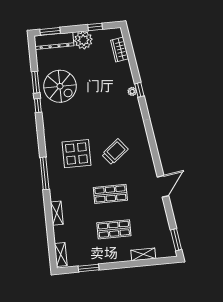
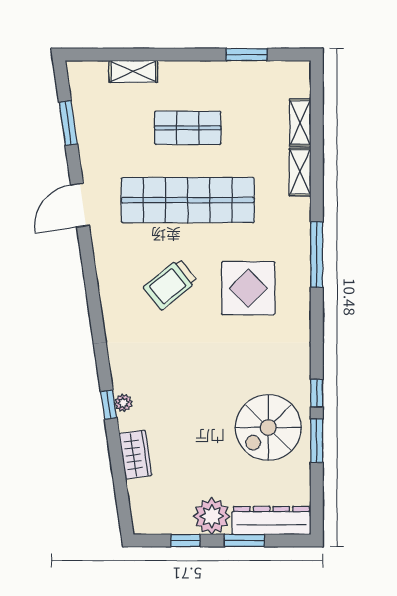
window: (50, 31) -> (244, 540), moved
wardrobe: (120, 50) -> (135, 455), moved
spiral stairs: (60, 86) -> (268, 427), turned -90
shop shelf: (110, 194) -> (188, 200), width x2.00, depth x1.36
window: (176, 240) -> (68, 123), moved
shelving: (61, 254) -> (300, 123), moved

